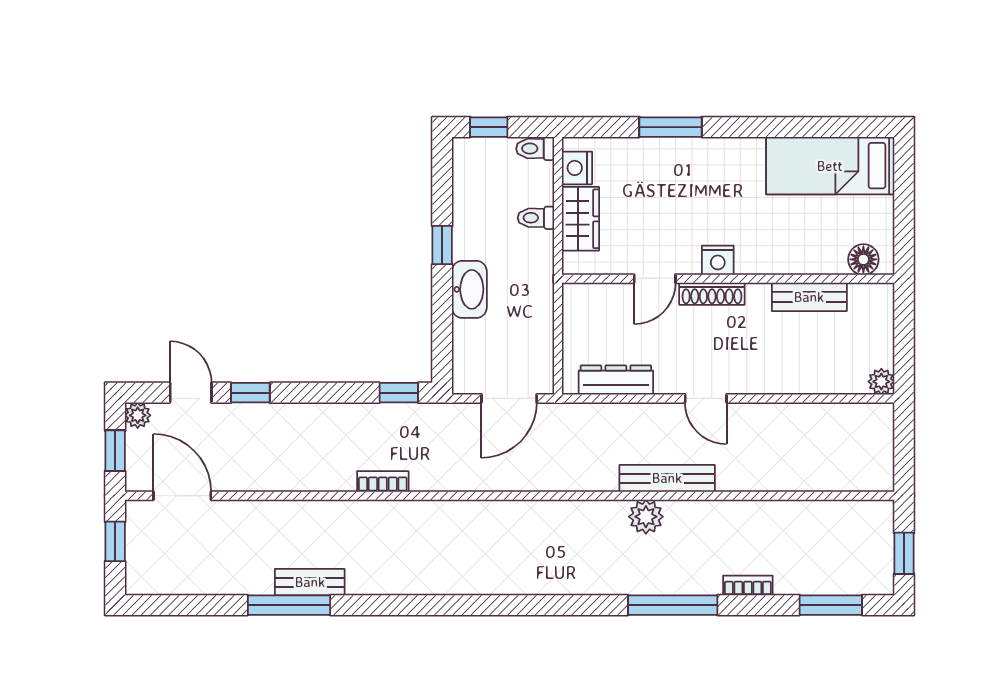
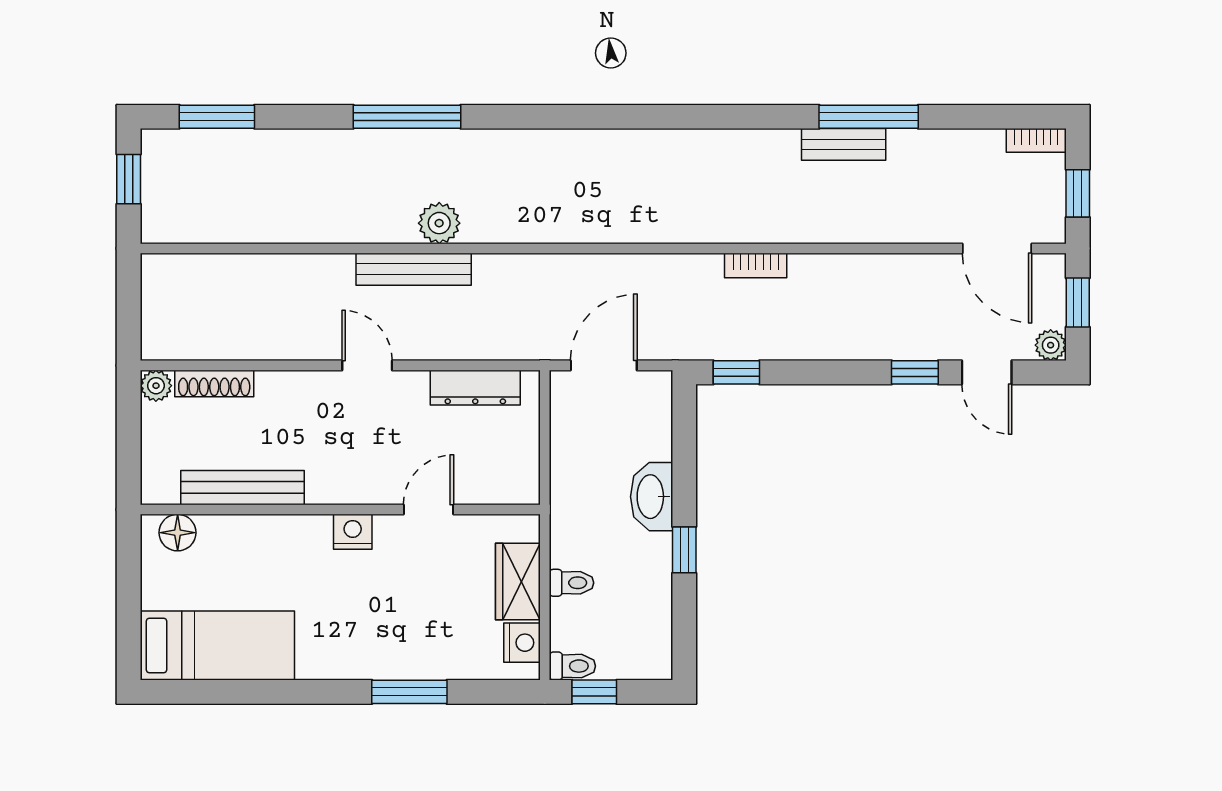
window: (489, 127) -> (594, 692), moved
shoe rack: (712, 294) -> (214, 383), moved, turned 180
bench: (809, 297) -> (243, 488), width x1.36
bookcase: (748, 585) -> (1036, 140), moved

